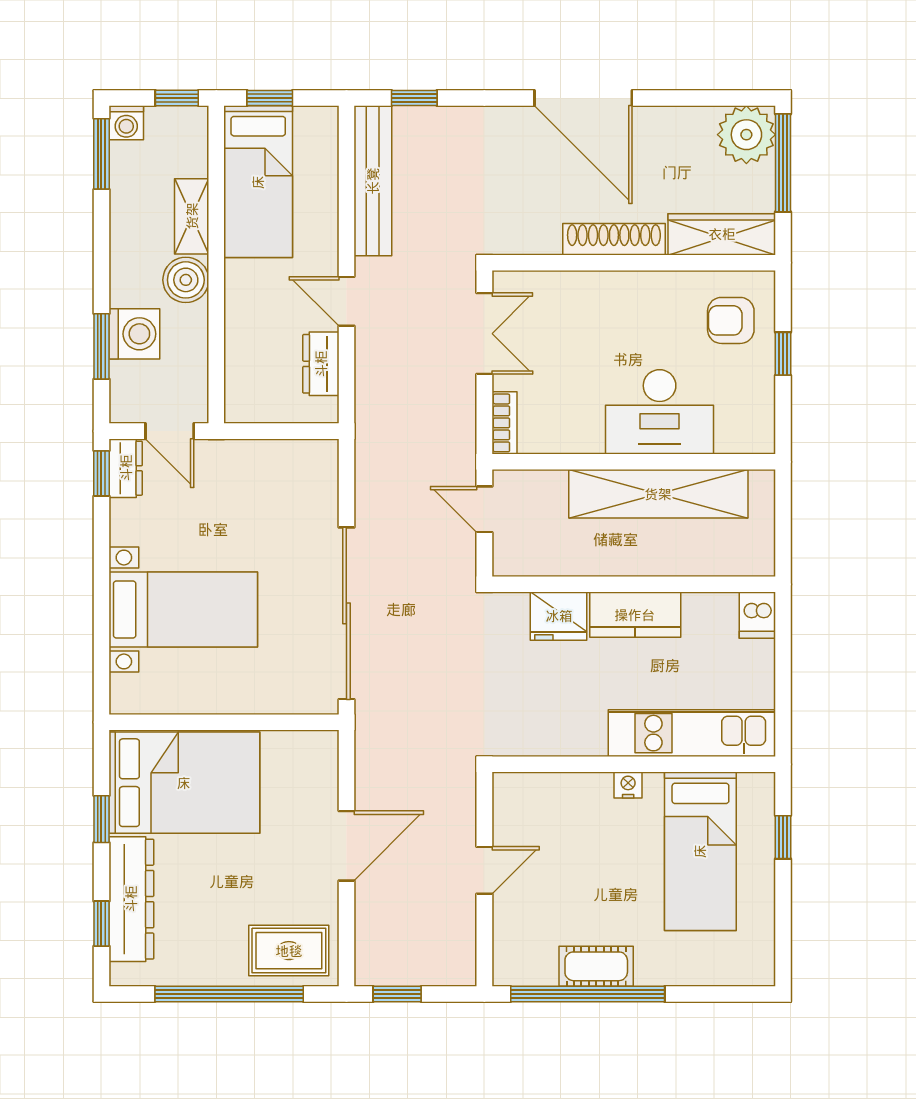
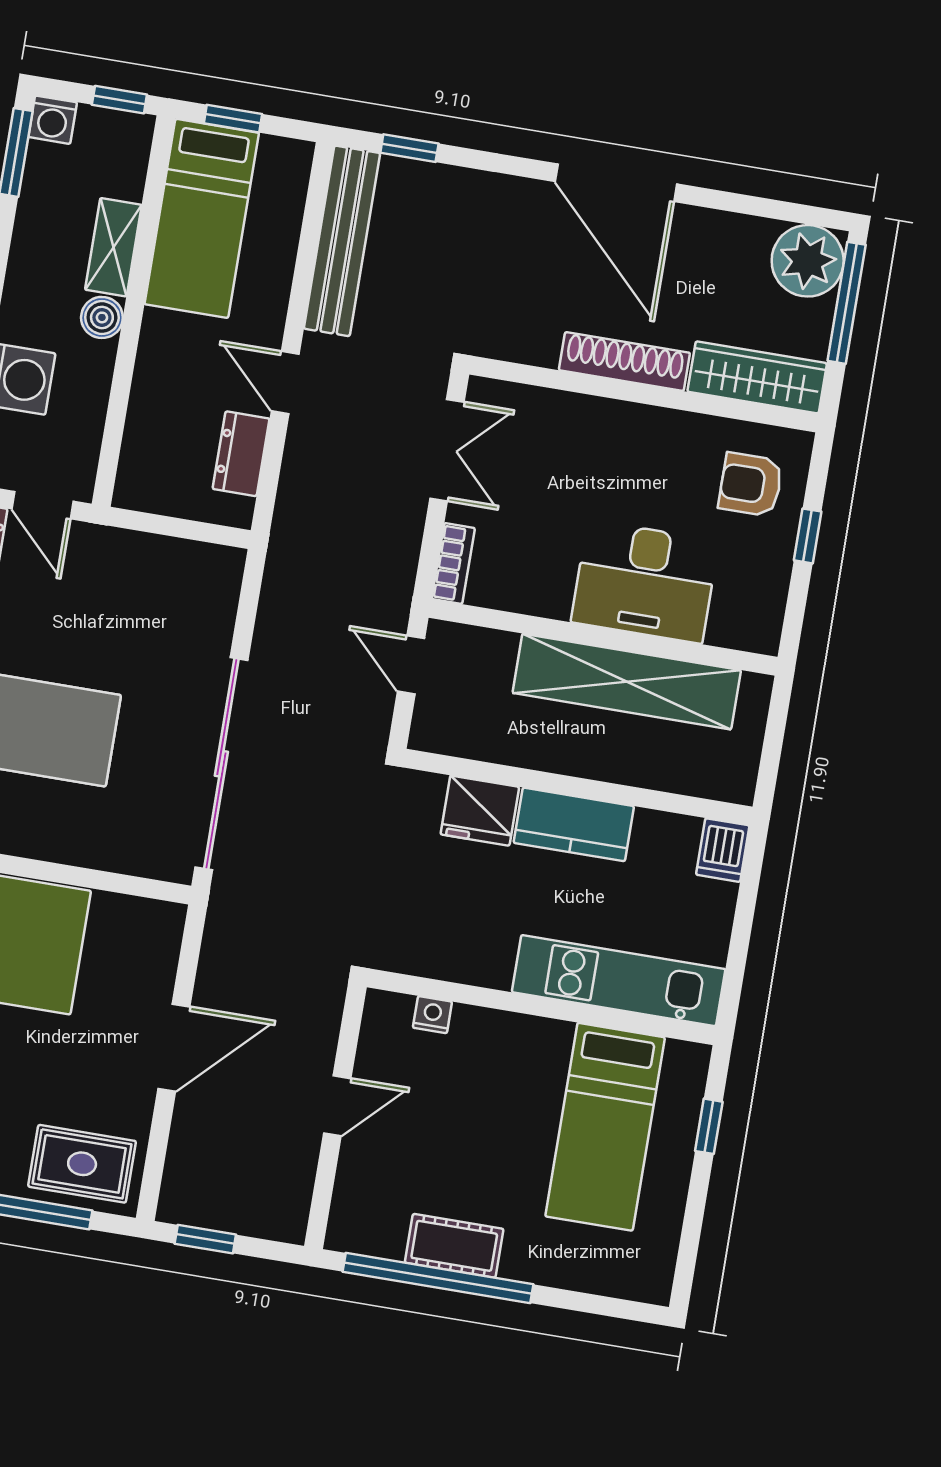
boiler: (186, 280) -> (102, 317), width x0.73, depth x0.73
nightstand: (628, 785) -> (432, 1015), moved

